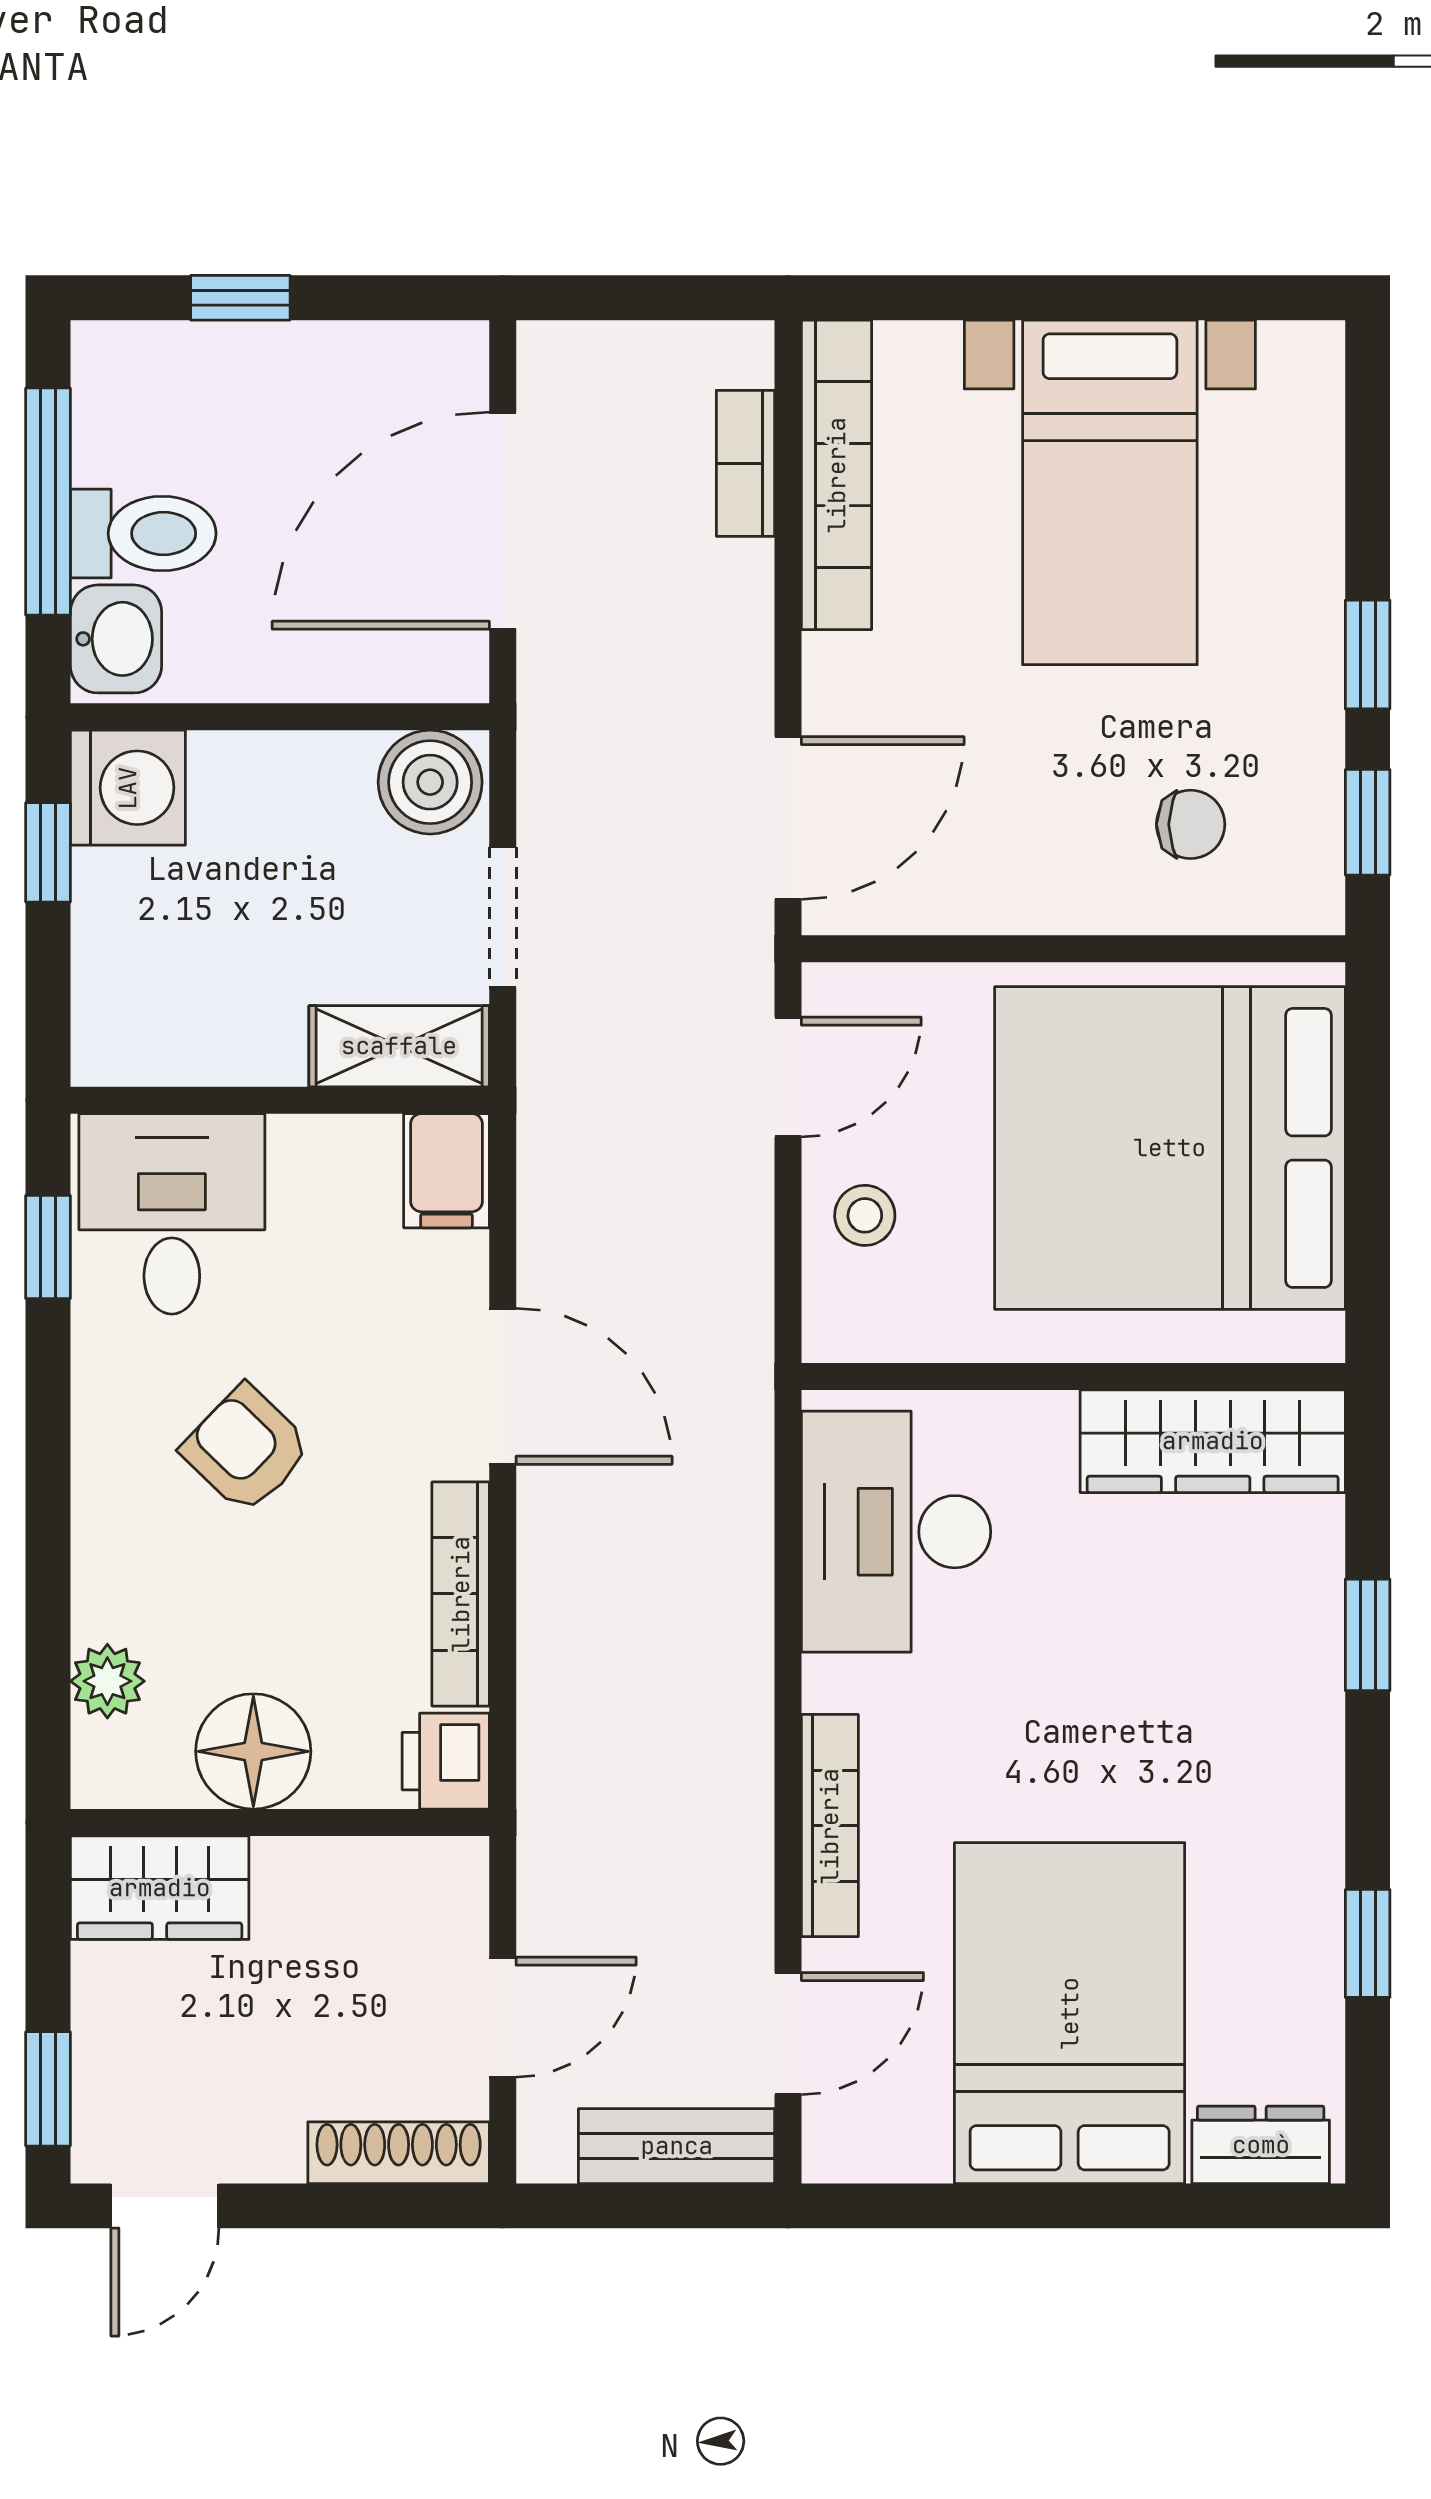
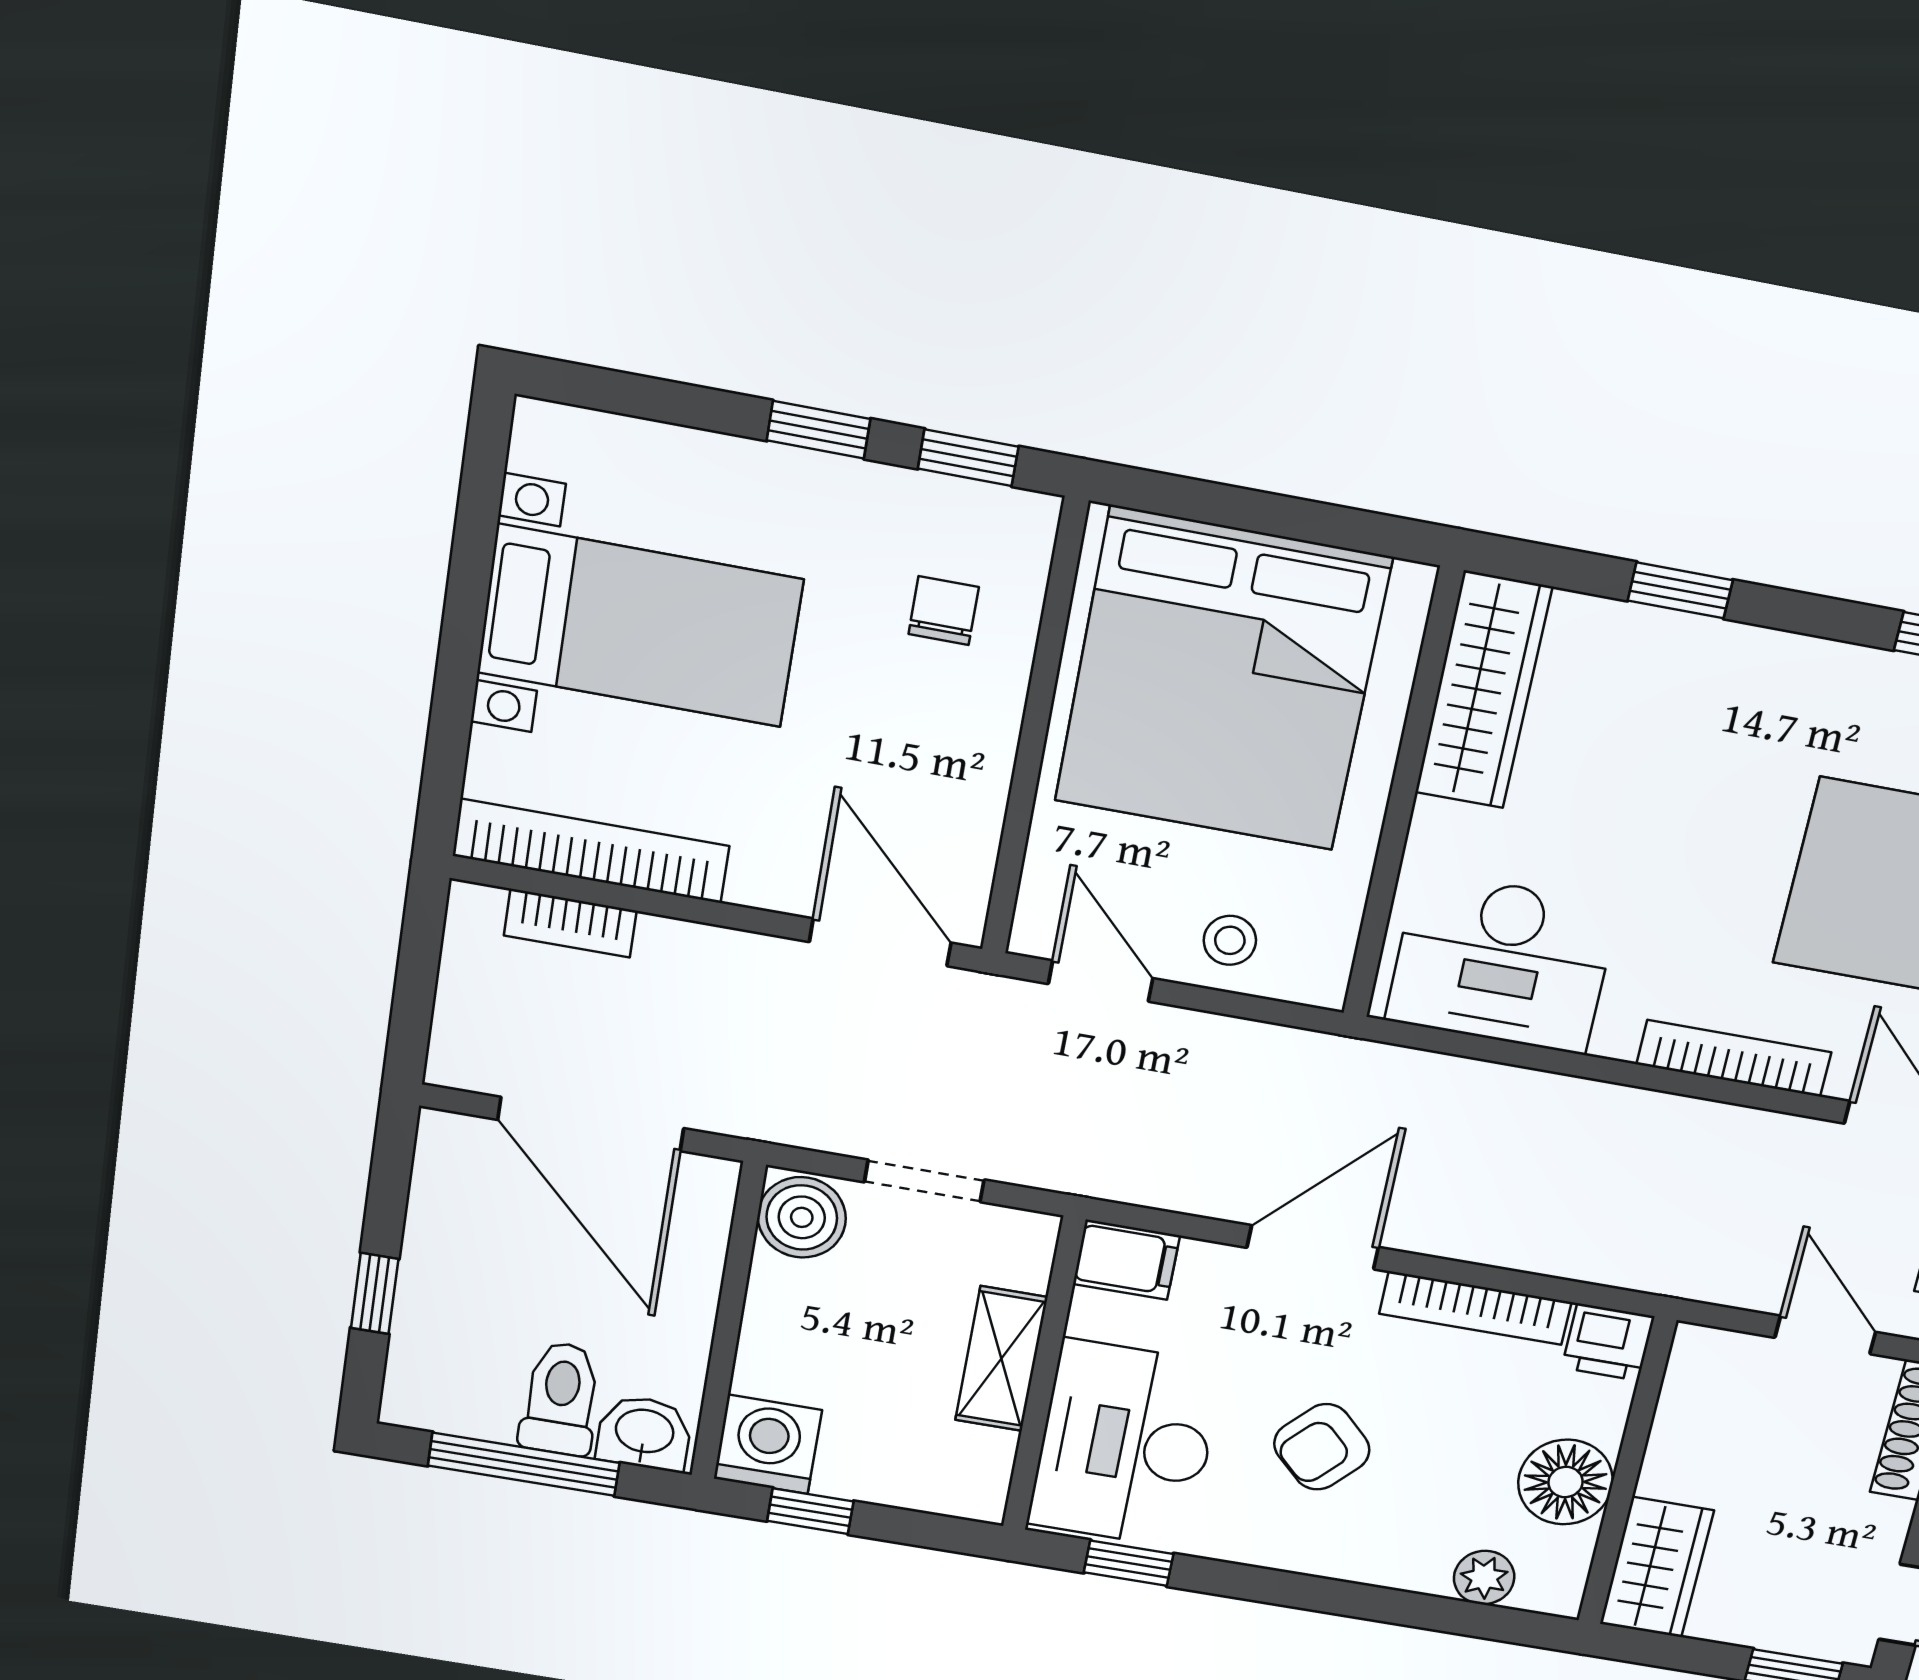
shelving: (399, 1046) -> (1001, 1359), moved
desk: (172, 1214) -> (1126, 1444), width x1.37

